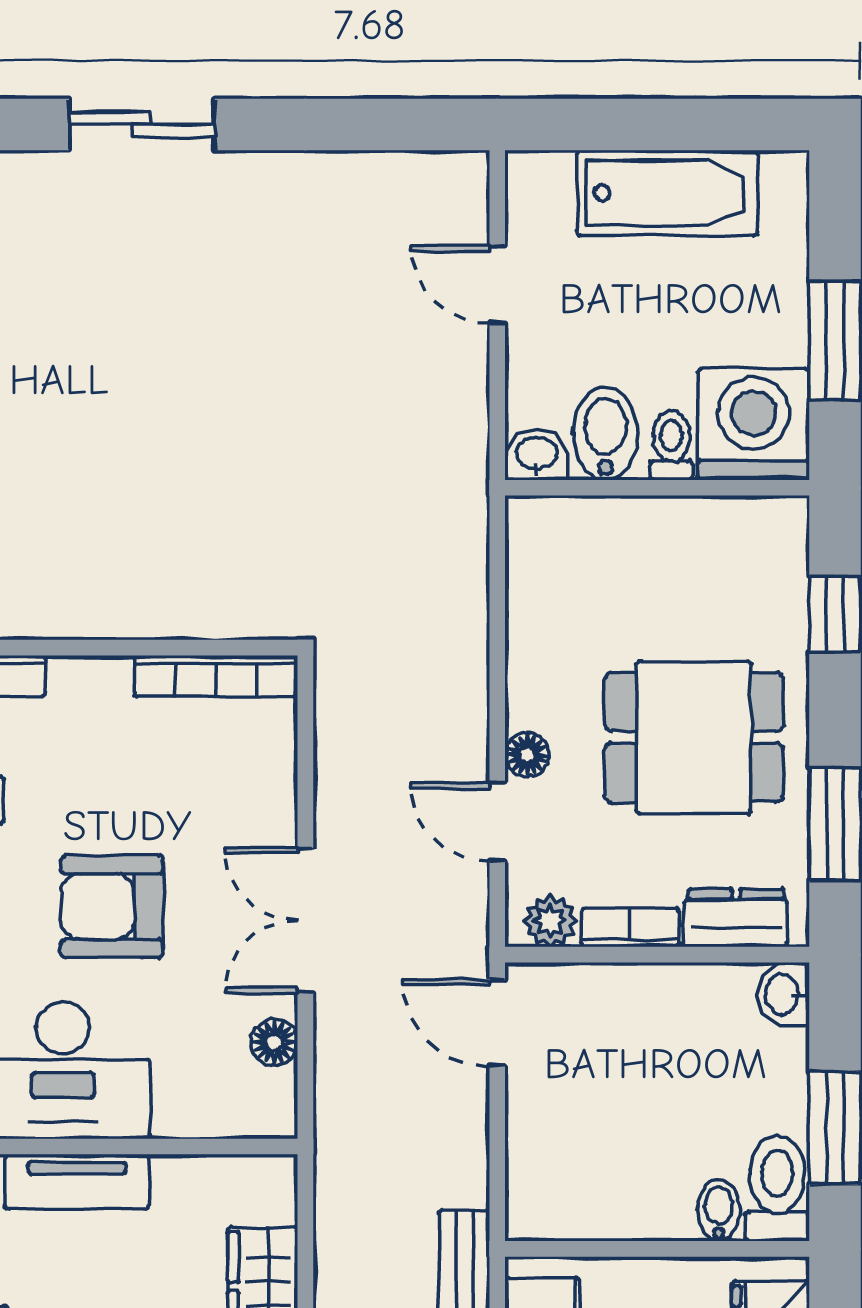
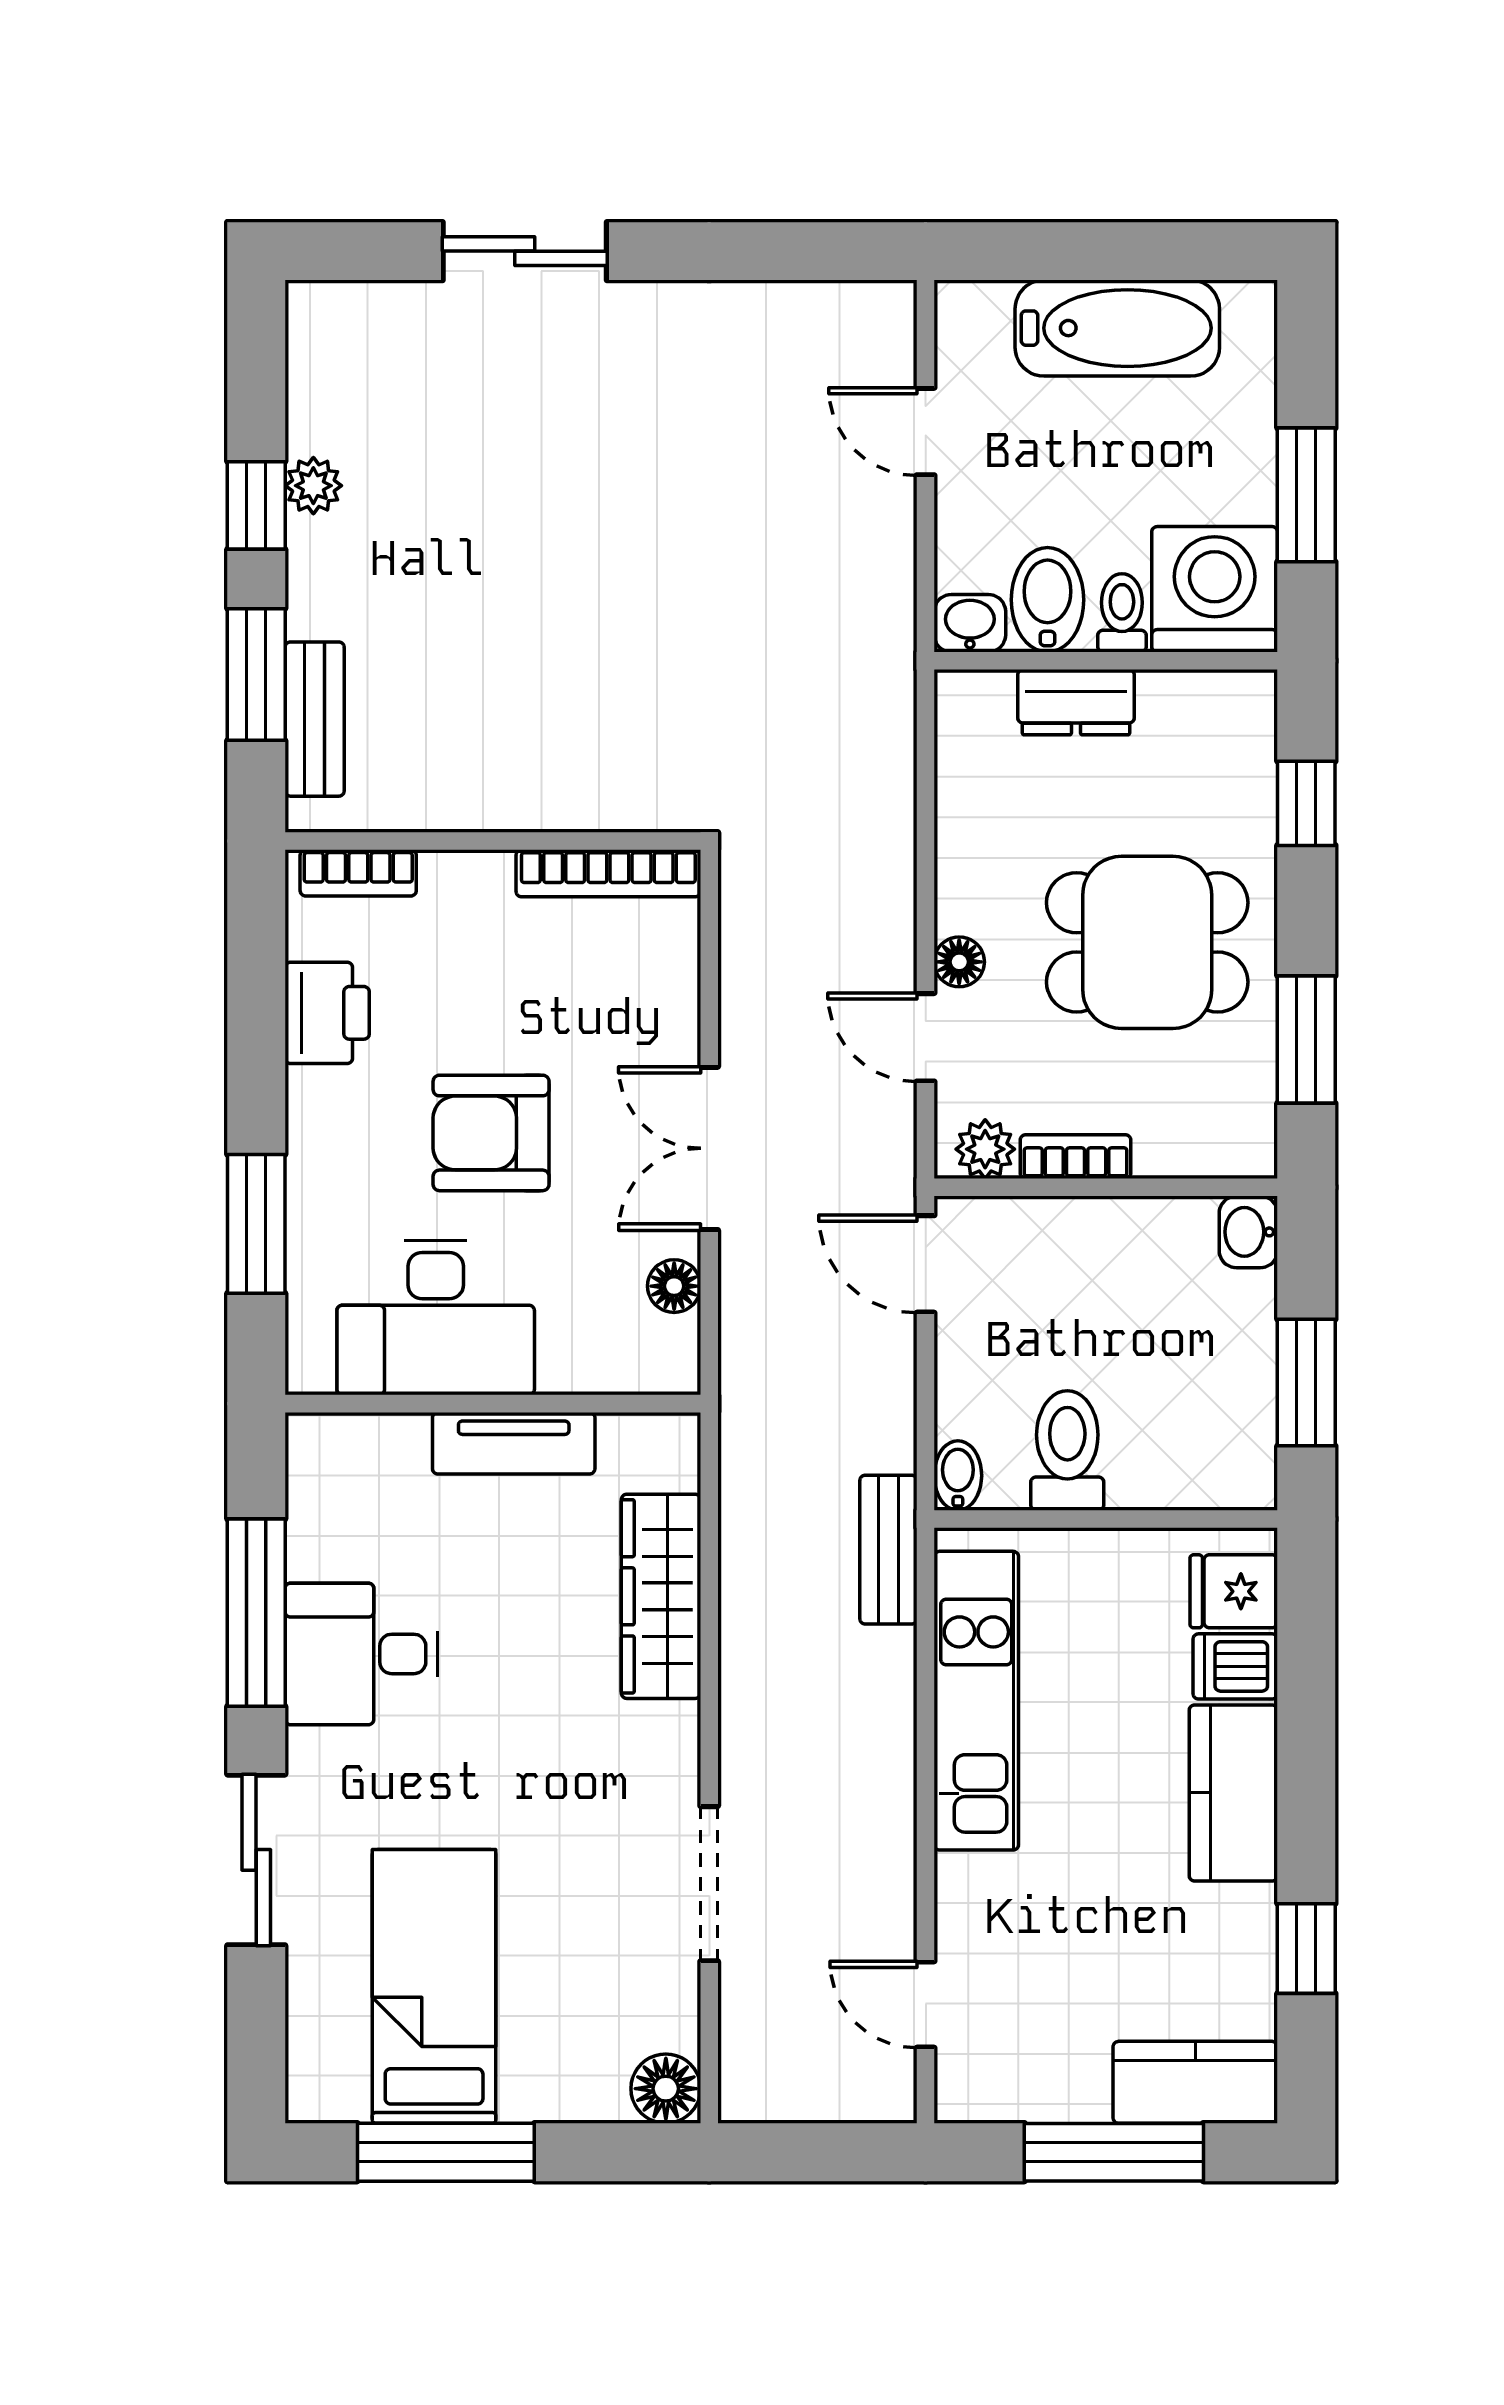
dresser: (736, 918) -> (1076, 702), moved, turned 180
tv unit: (77, 1182) -> (514, 1443), moved
toilet: (777, 1188) -> (1067, 1450), moved
bidet: (719, 1210) -> (958, 1476), moved

